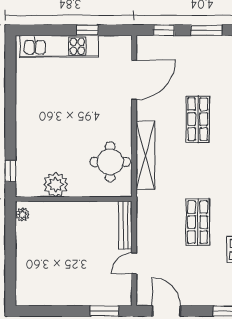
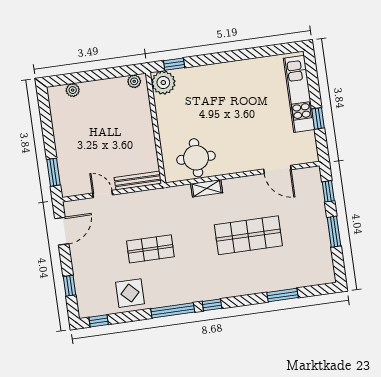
door: (134, 80) -> (277, 169), width x0.73
shop shelf: (198, 119) -> (248, 235), width x1.43, depth x1.36
shelving: (145, 155) -> (207, 188), width x0.45, depth x0.75
plant: (56, 185) -> (163, 83), moved
plant: (22, 279) -> (73, 90), added

